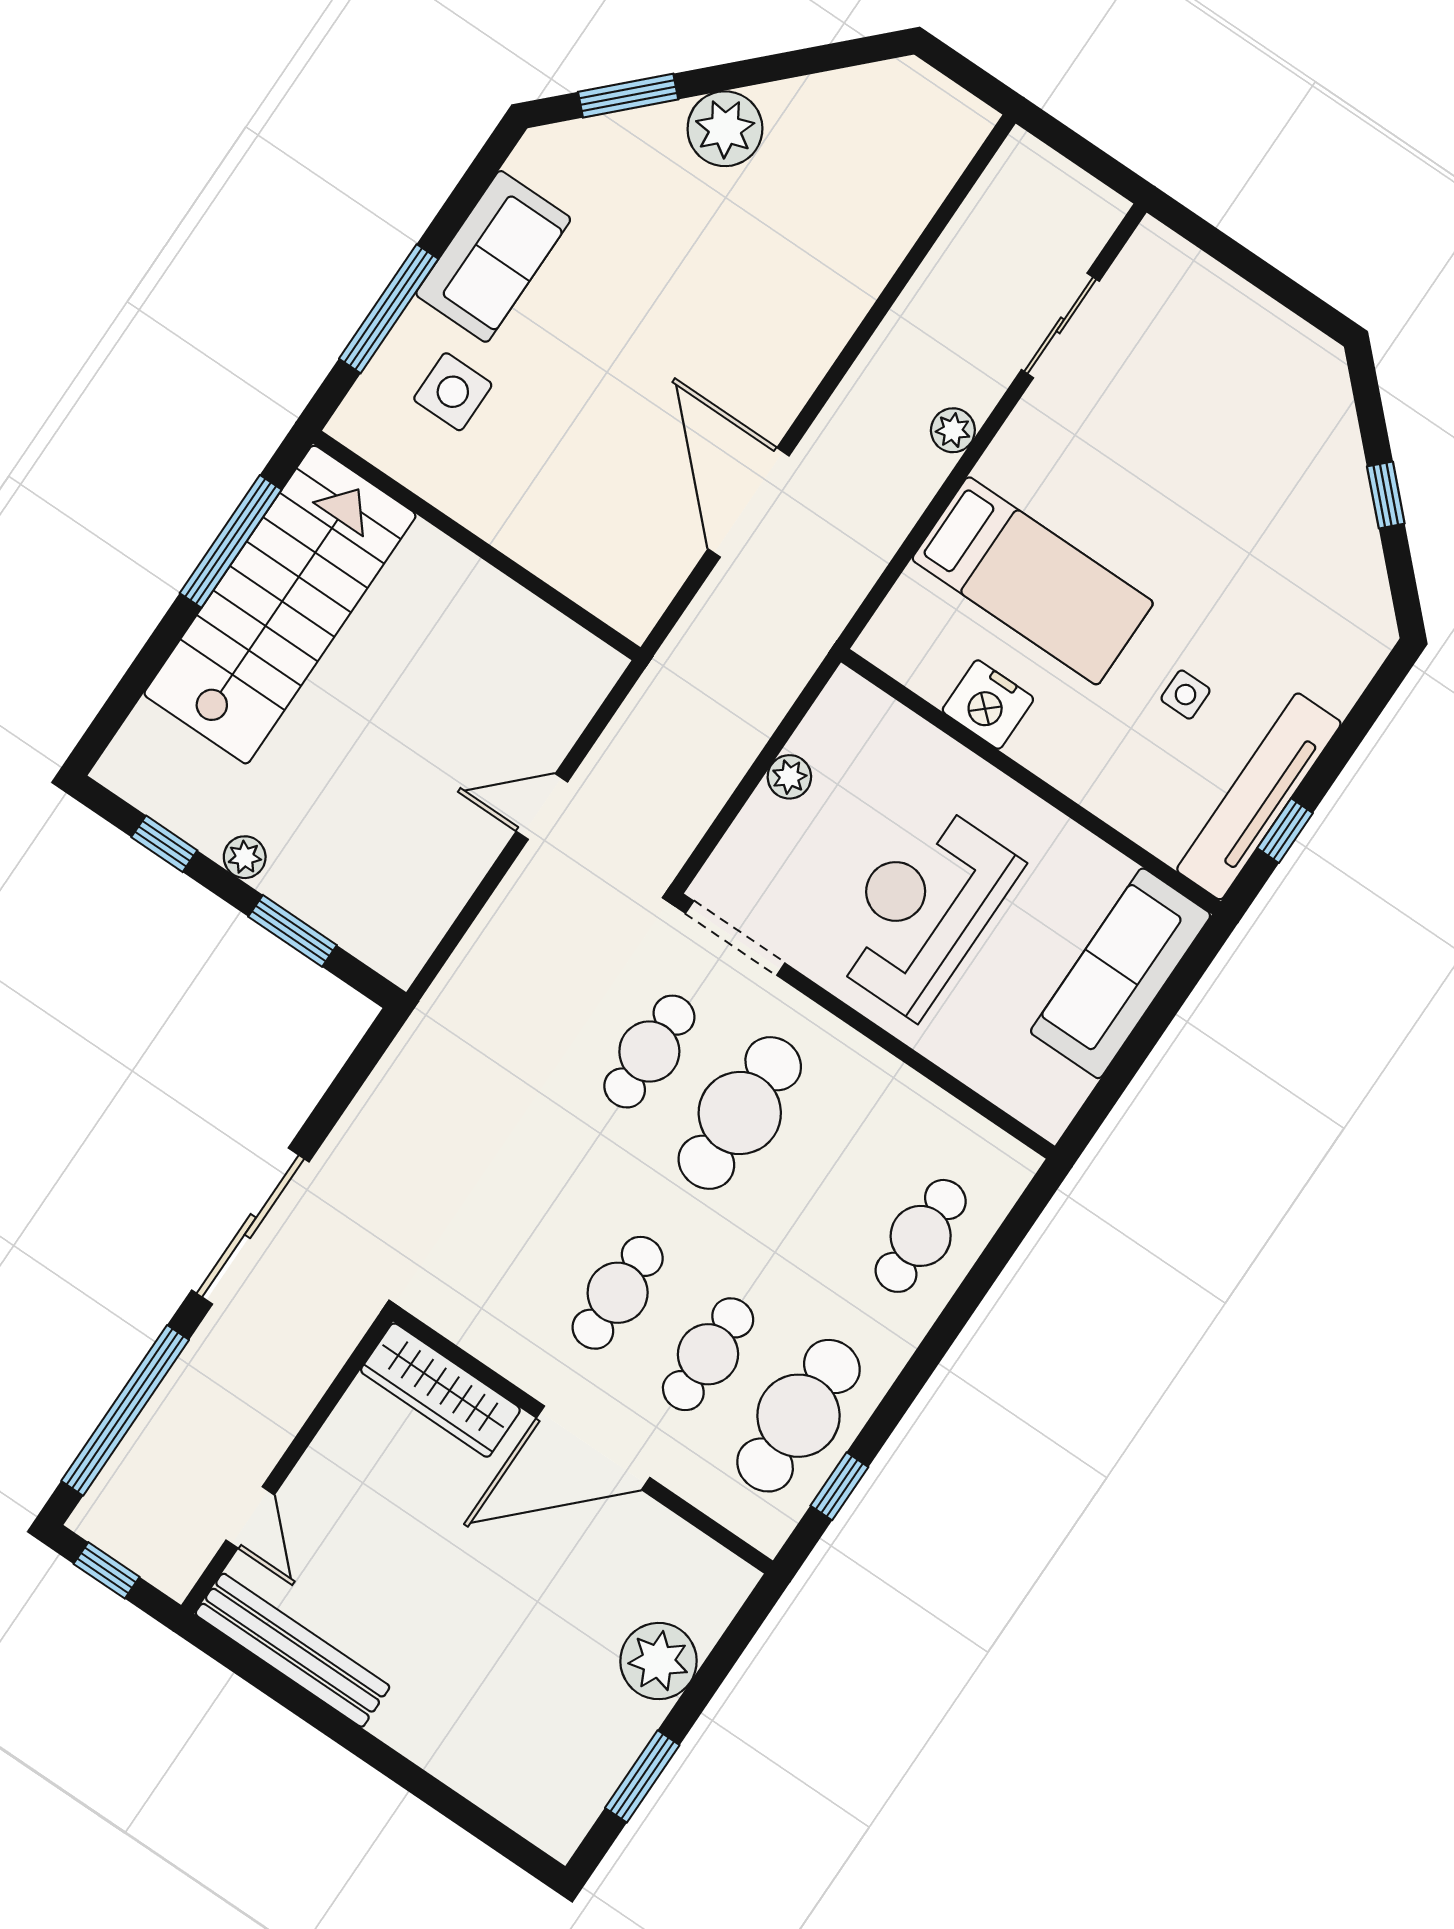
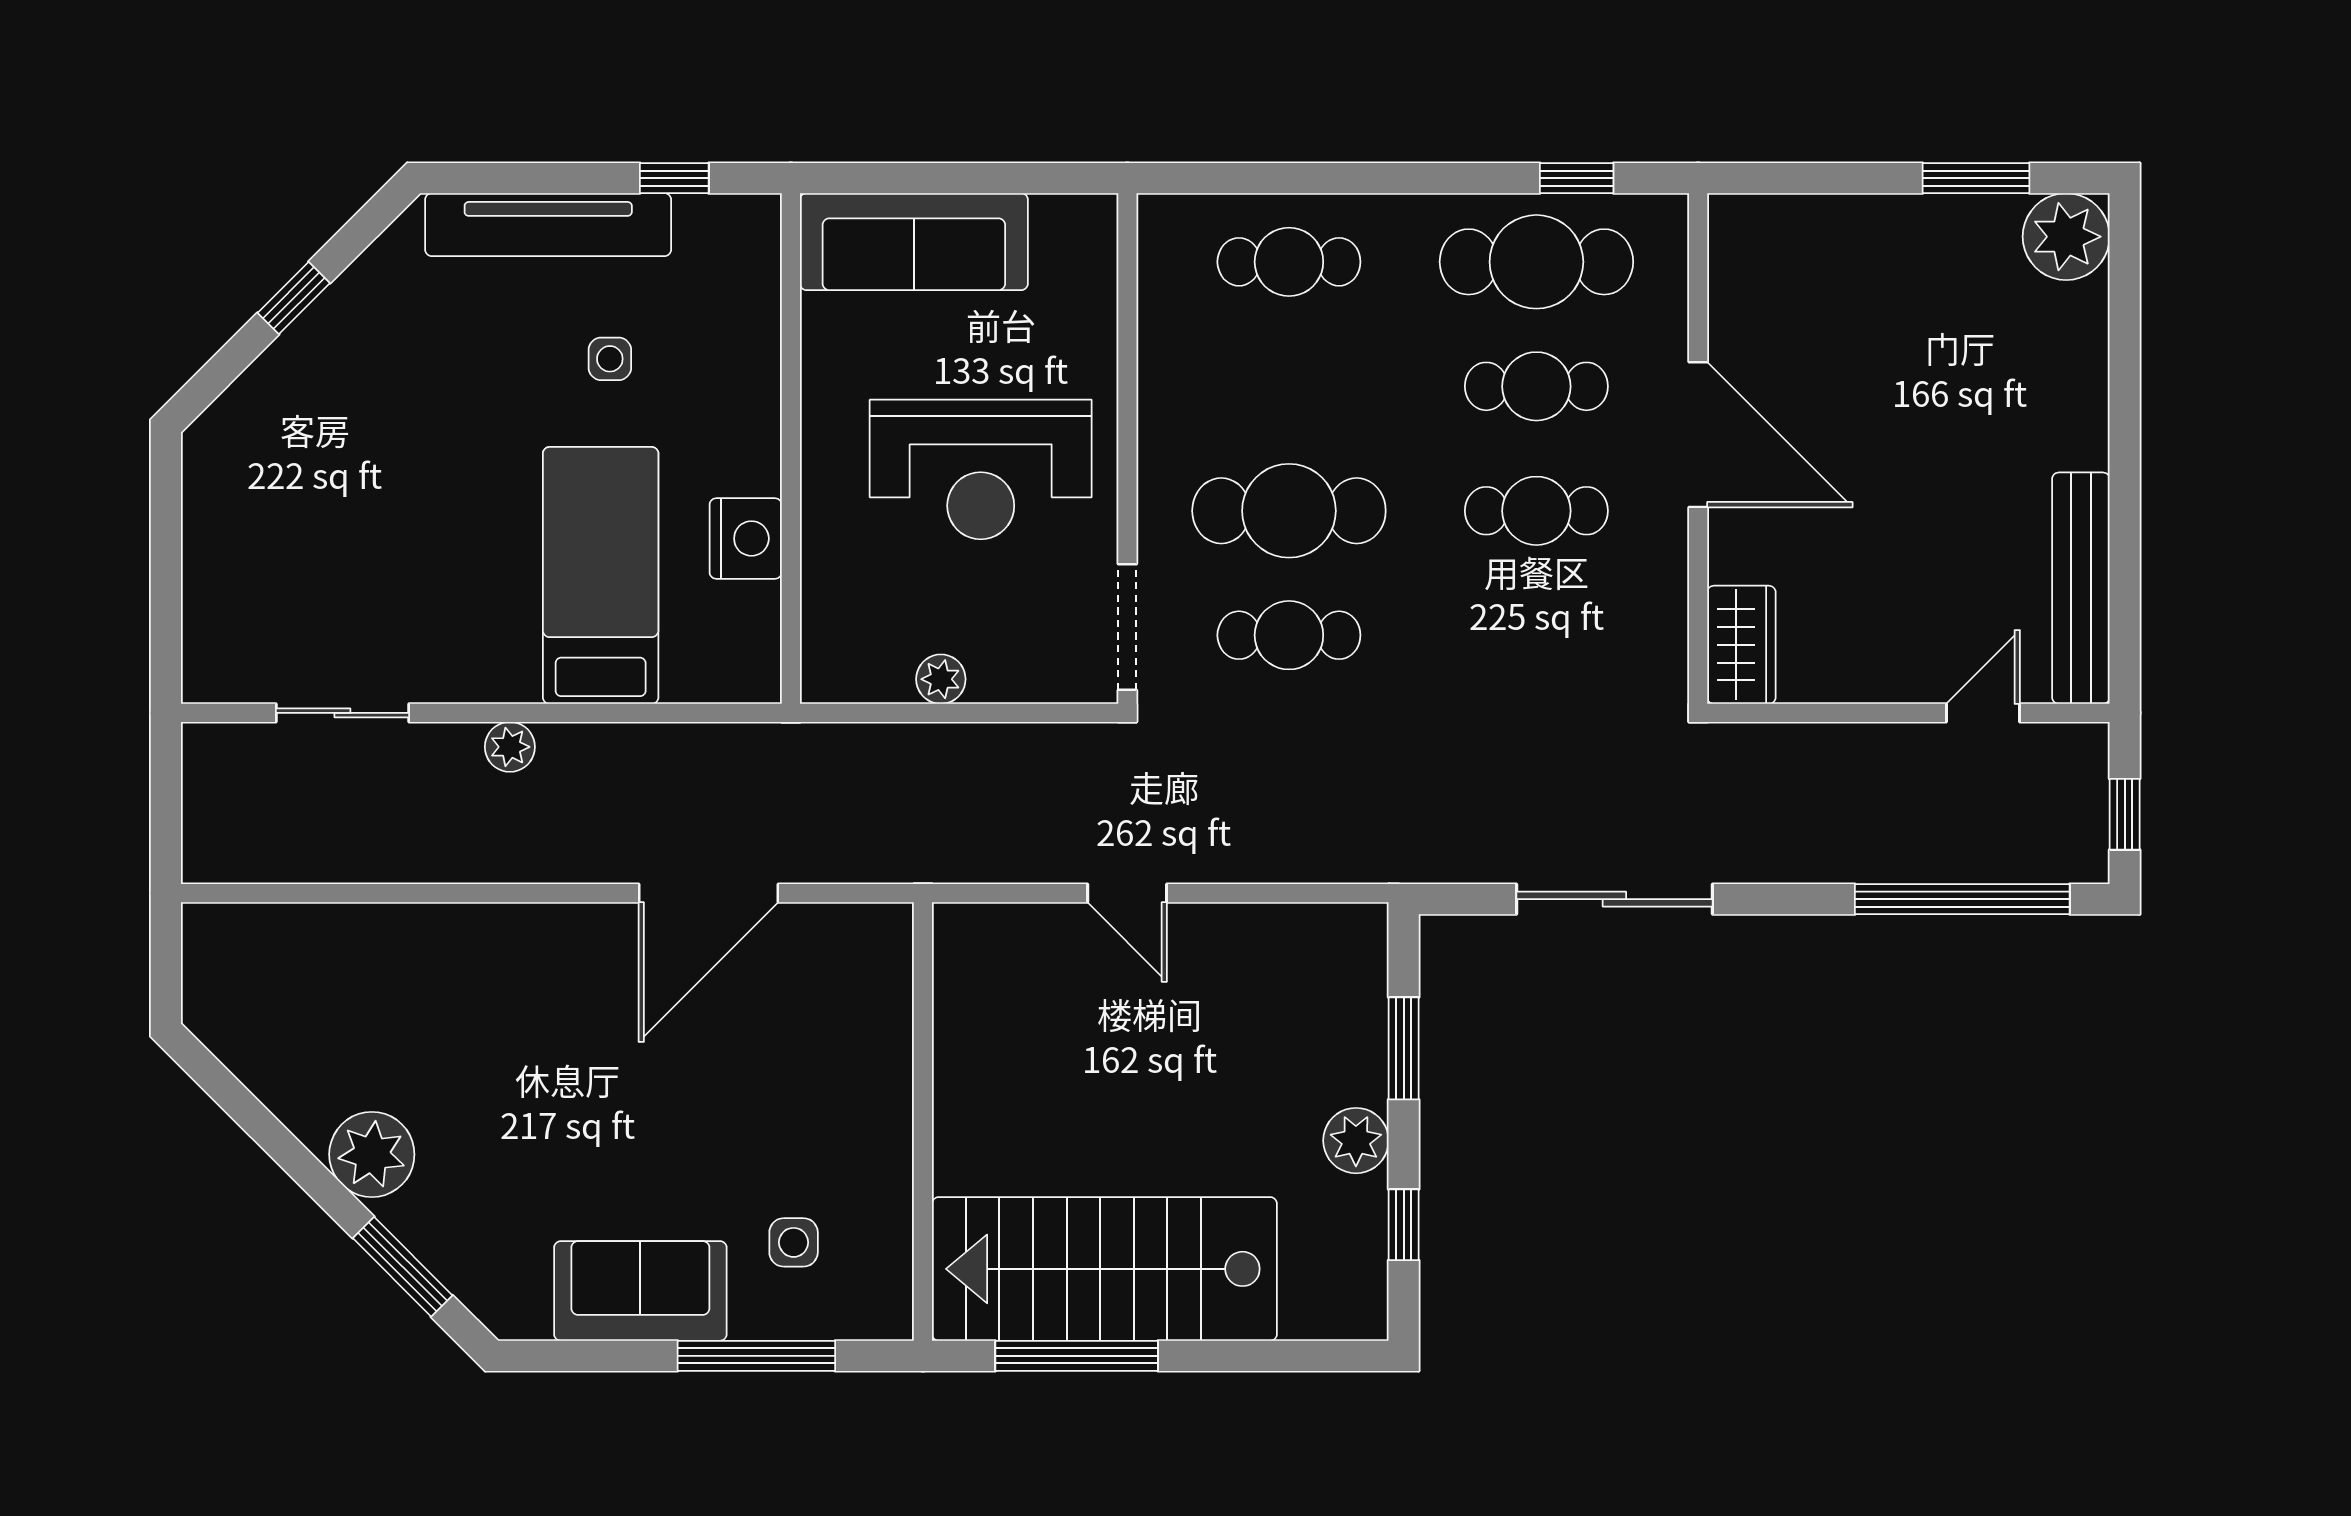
side table: (453, 392) -> (794, 1242), width x0.73, depth x0.73
tv unit: (1259, 796) -> (548, 225), moved
plant: (245, 857) -> (1356, 1141), width x1.38, depth x1.38
sliding door: (250, 1226) -> (1614, 899), moved
wardrobe: (440, 1390) -> (1741, 645), width x0.67
plant: (658, 1661) -> (2066, 237), moved

